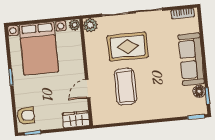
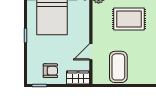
coffee table: (125, 87) -> (118, 67), moved
armchair: (26, 115) -> (50, 71), moved

